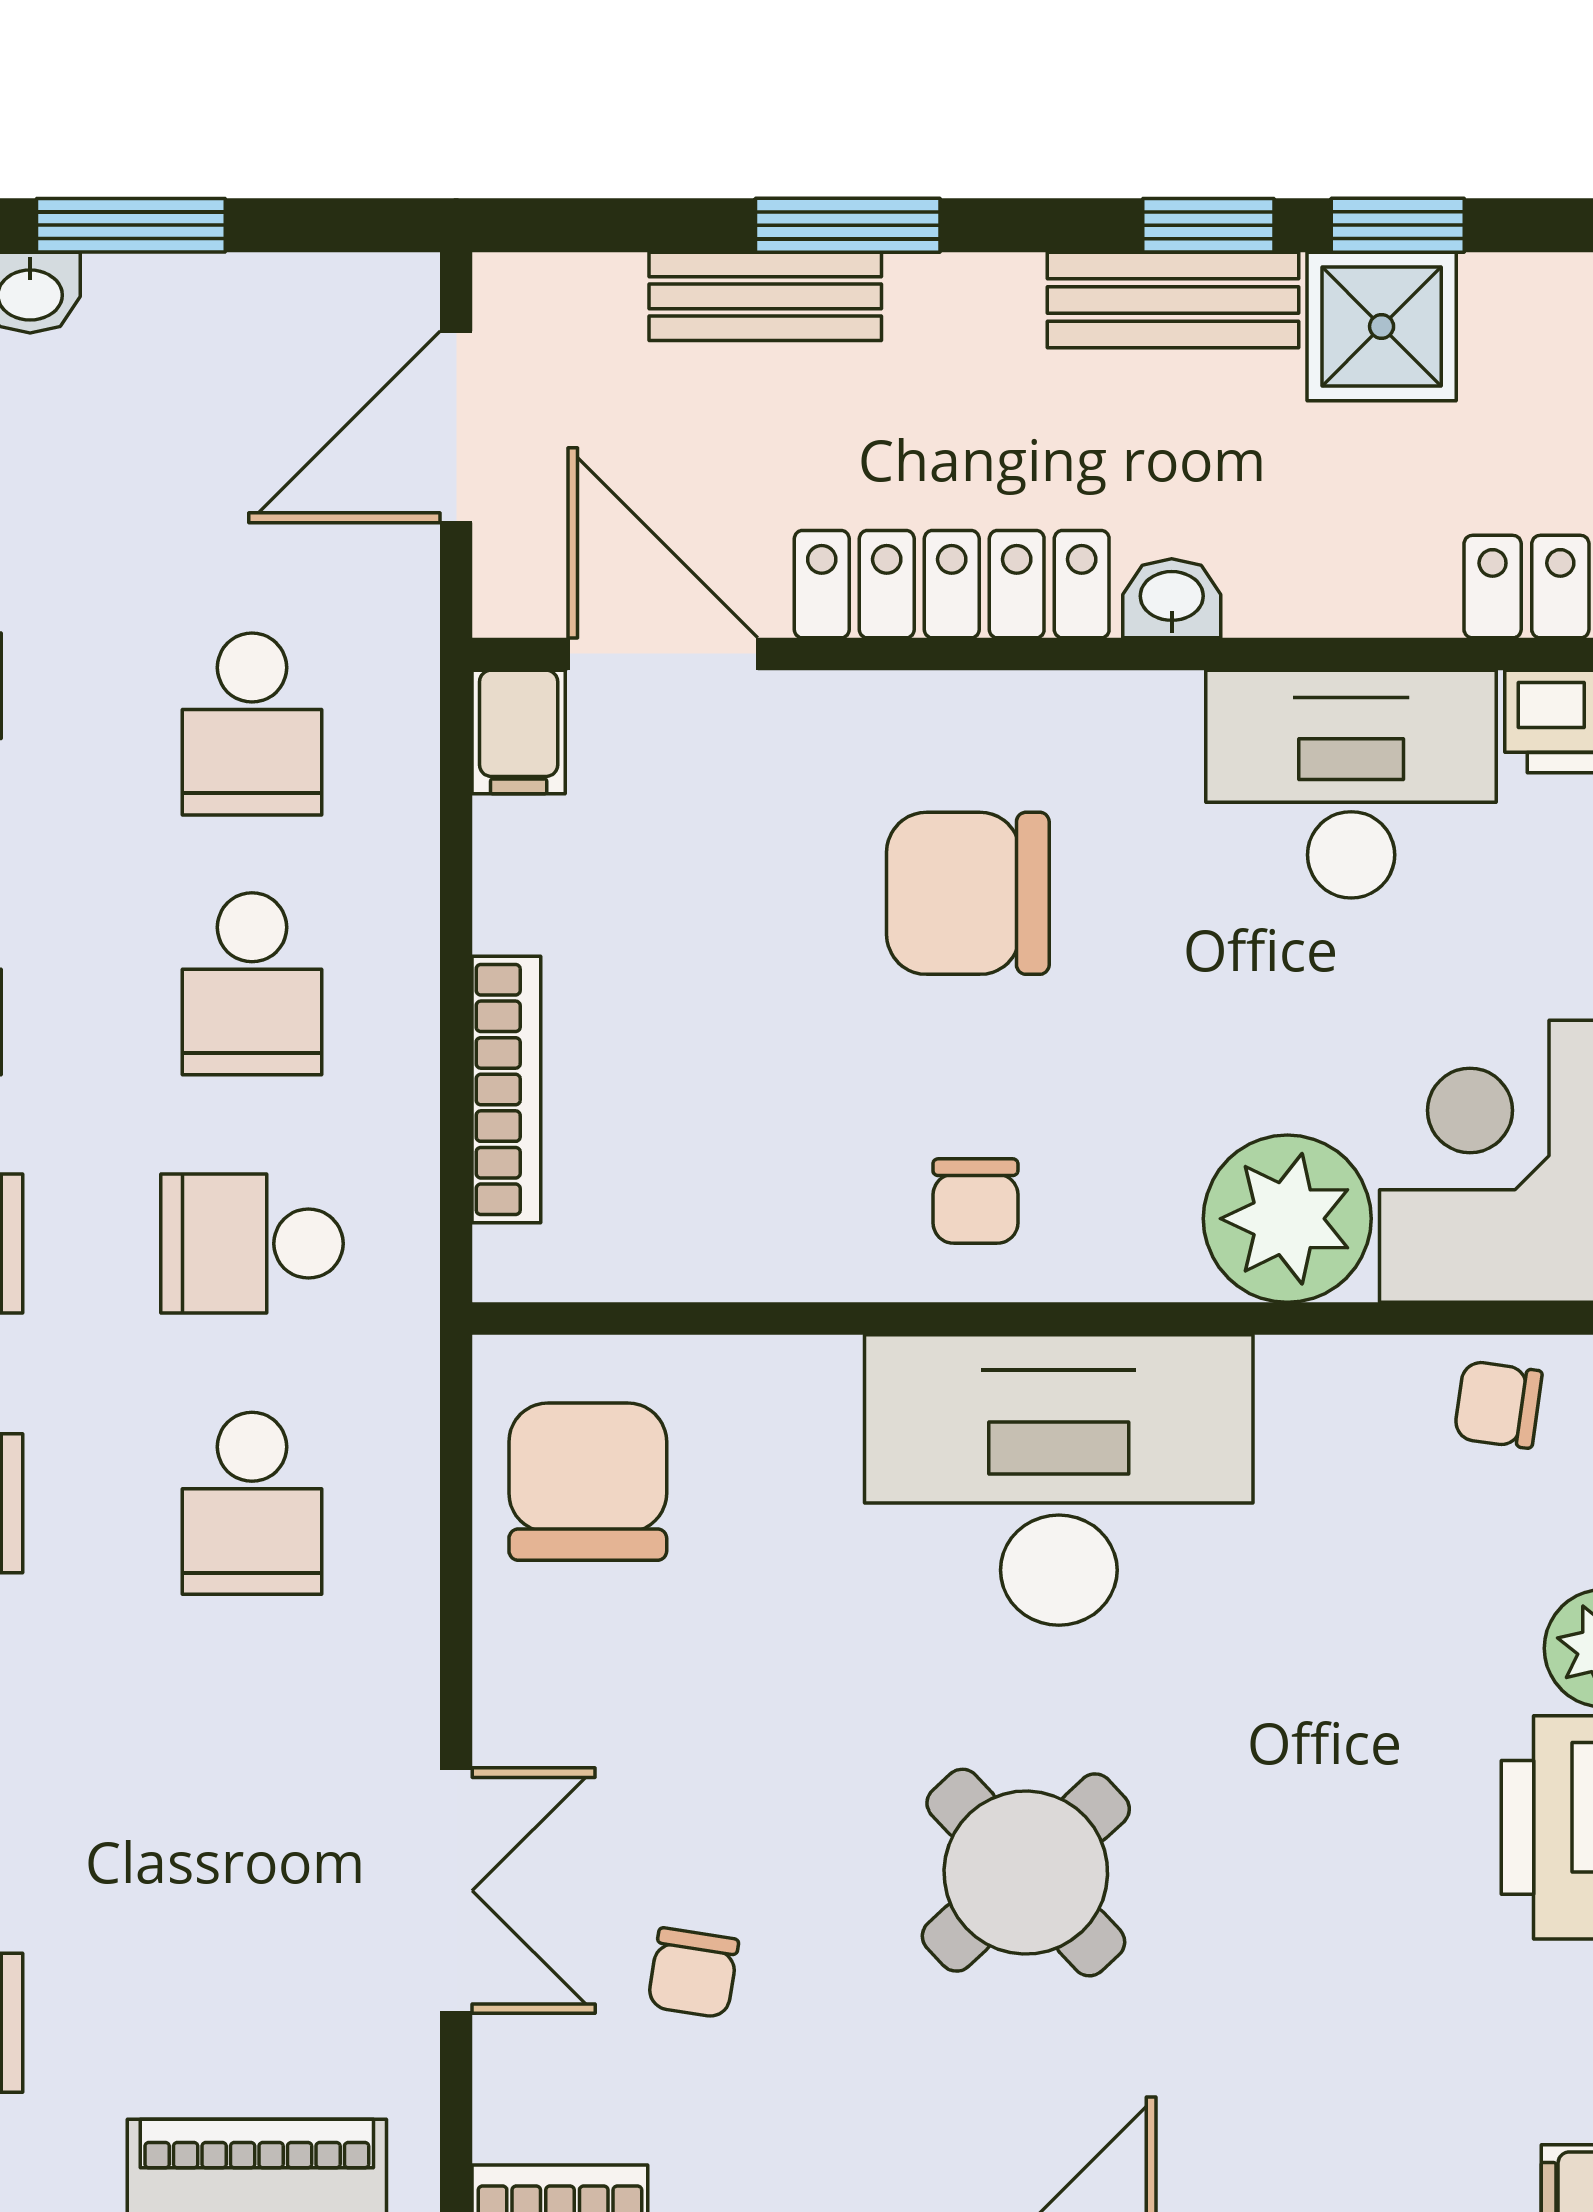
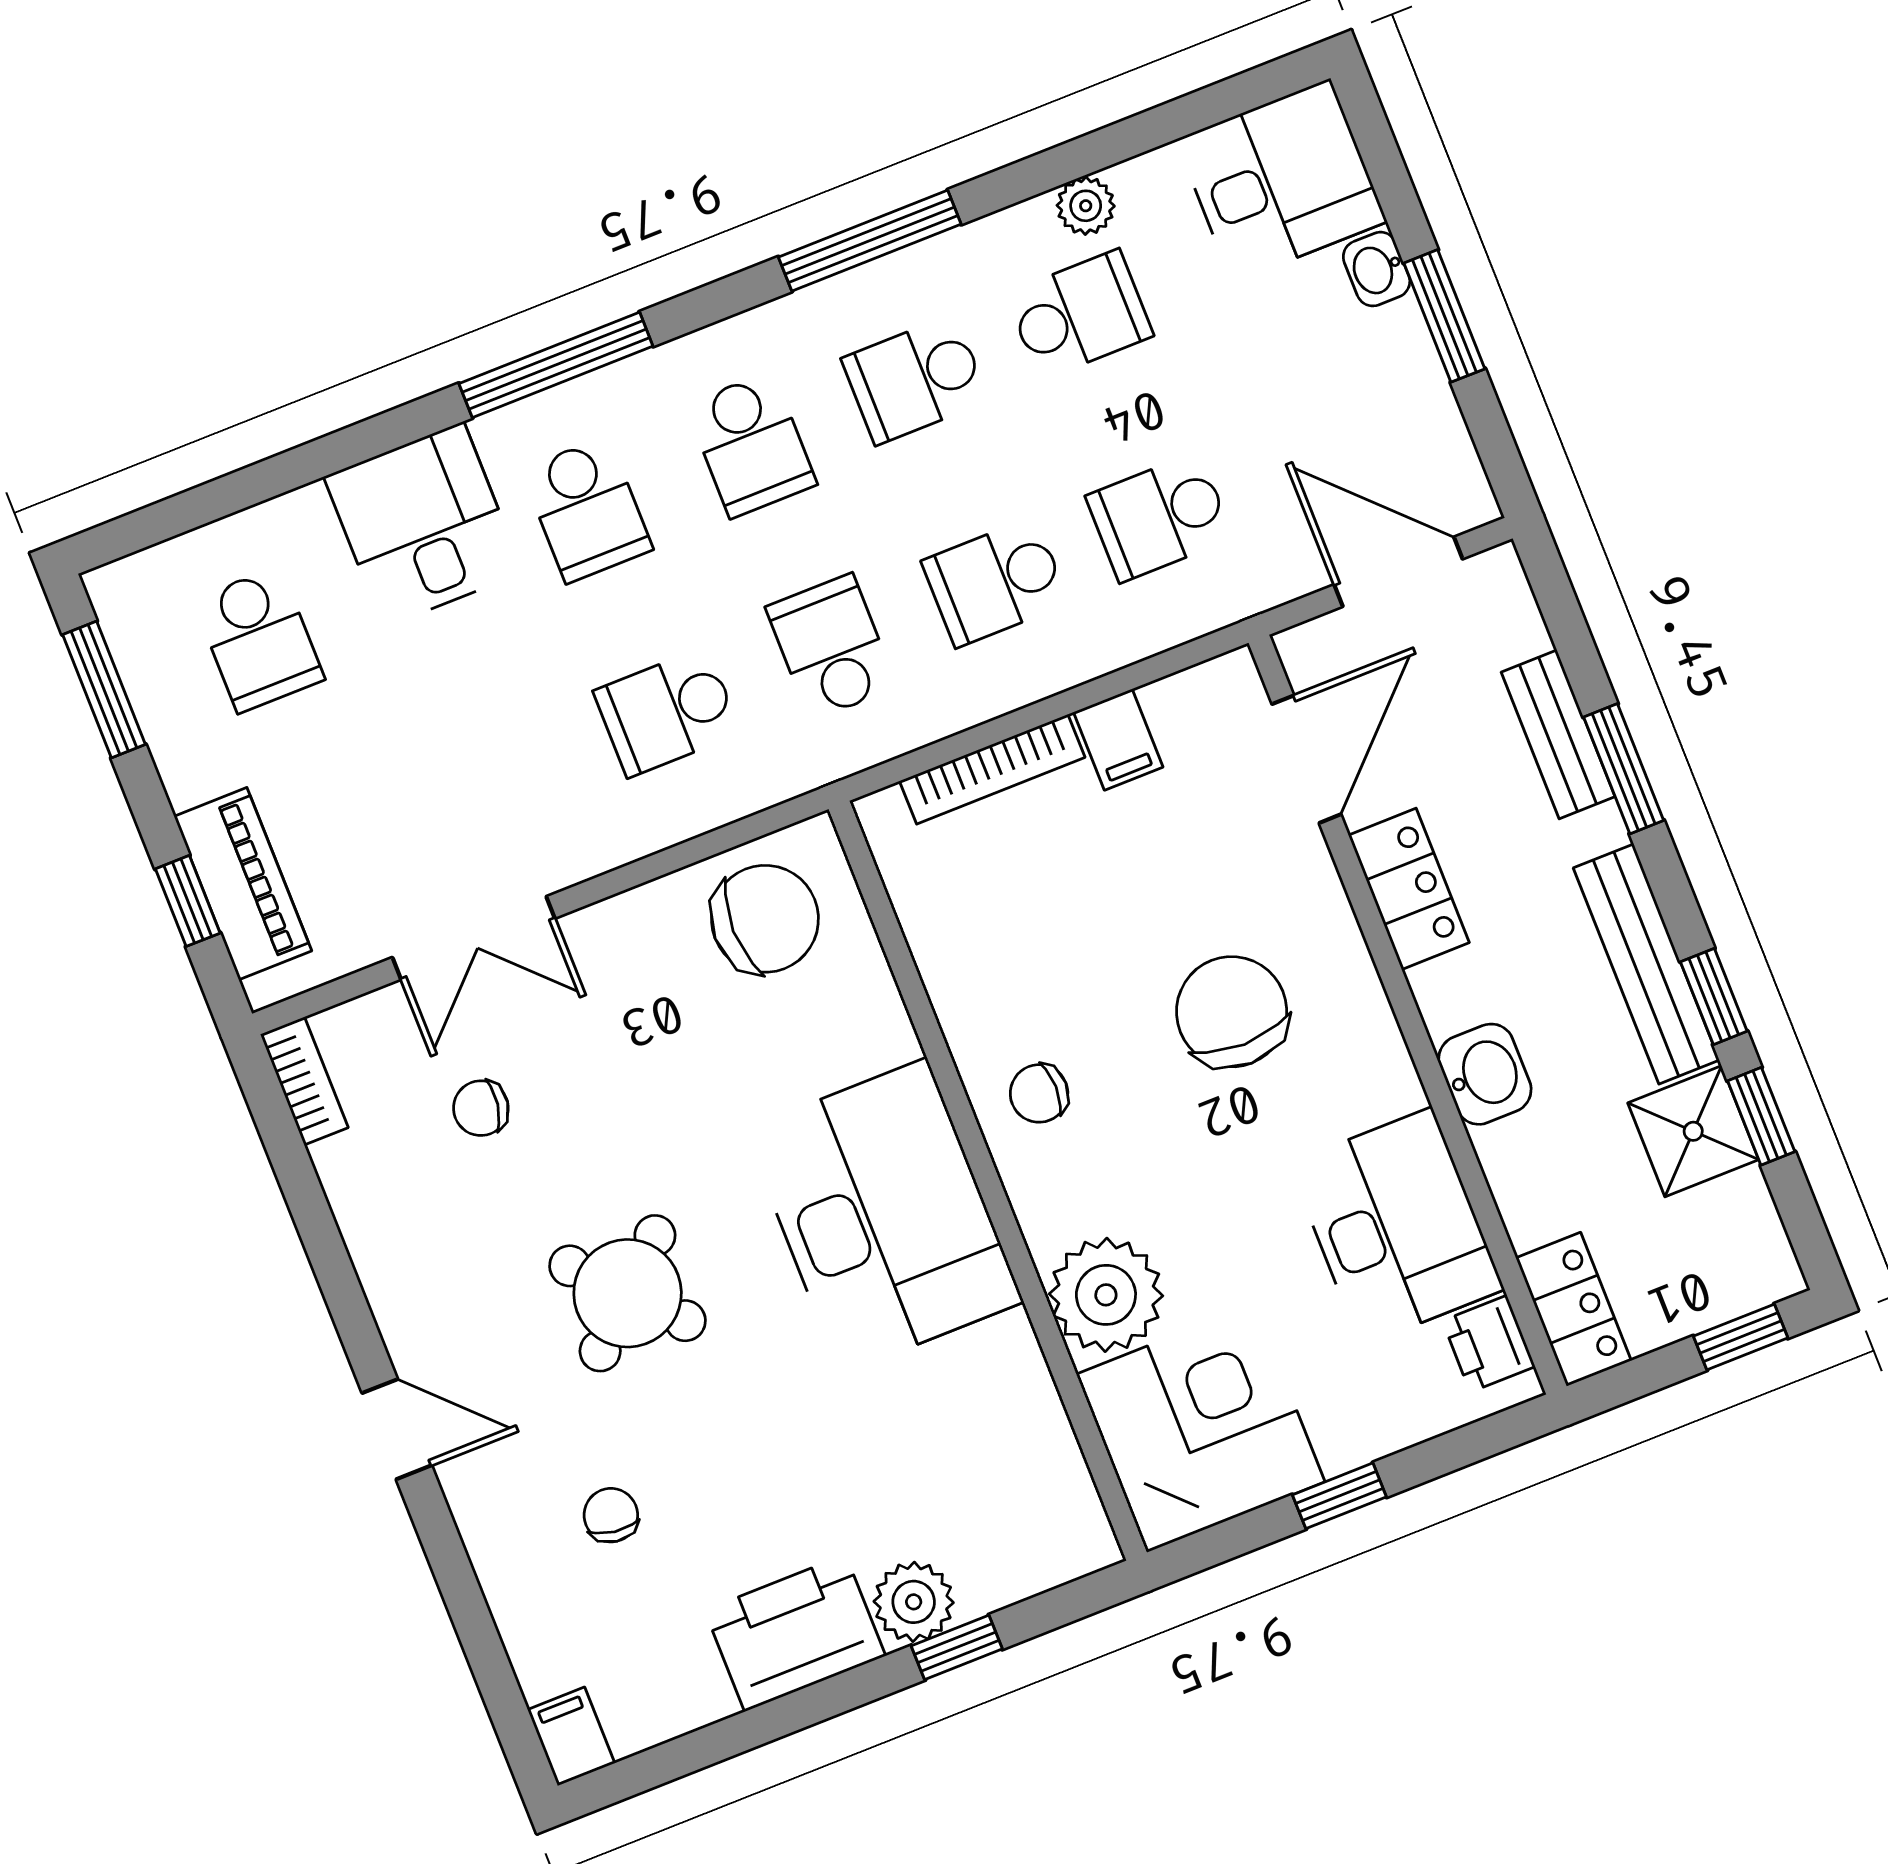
bench: (1173, 300) -> (1646, 964), width x1.36
locker: (952, 584) -> (1409, 889), width x0.66
washbasin: (1172, 598) -> (1485, 1074), width x1.38, depth x1.45
filing cabinet: (519, 732) -> (1118, 740), moved, turned -90
chair: (1498, 1405) -> (611, 1515), moved

